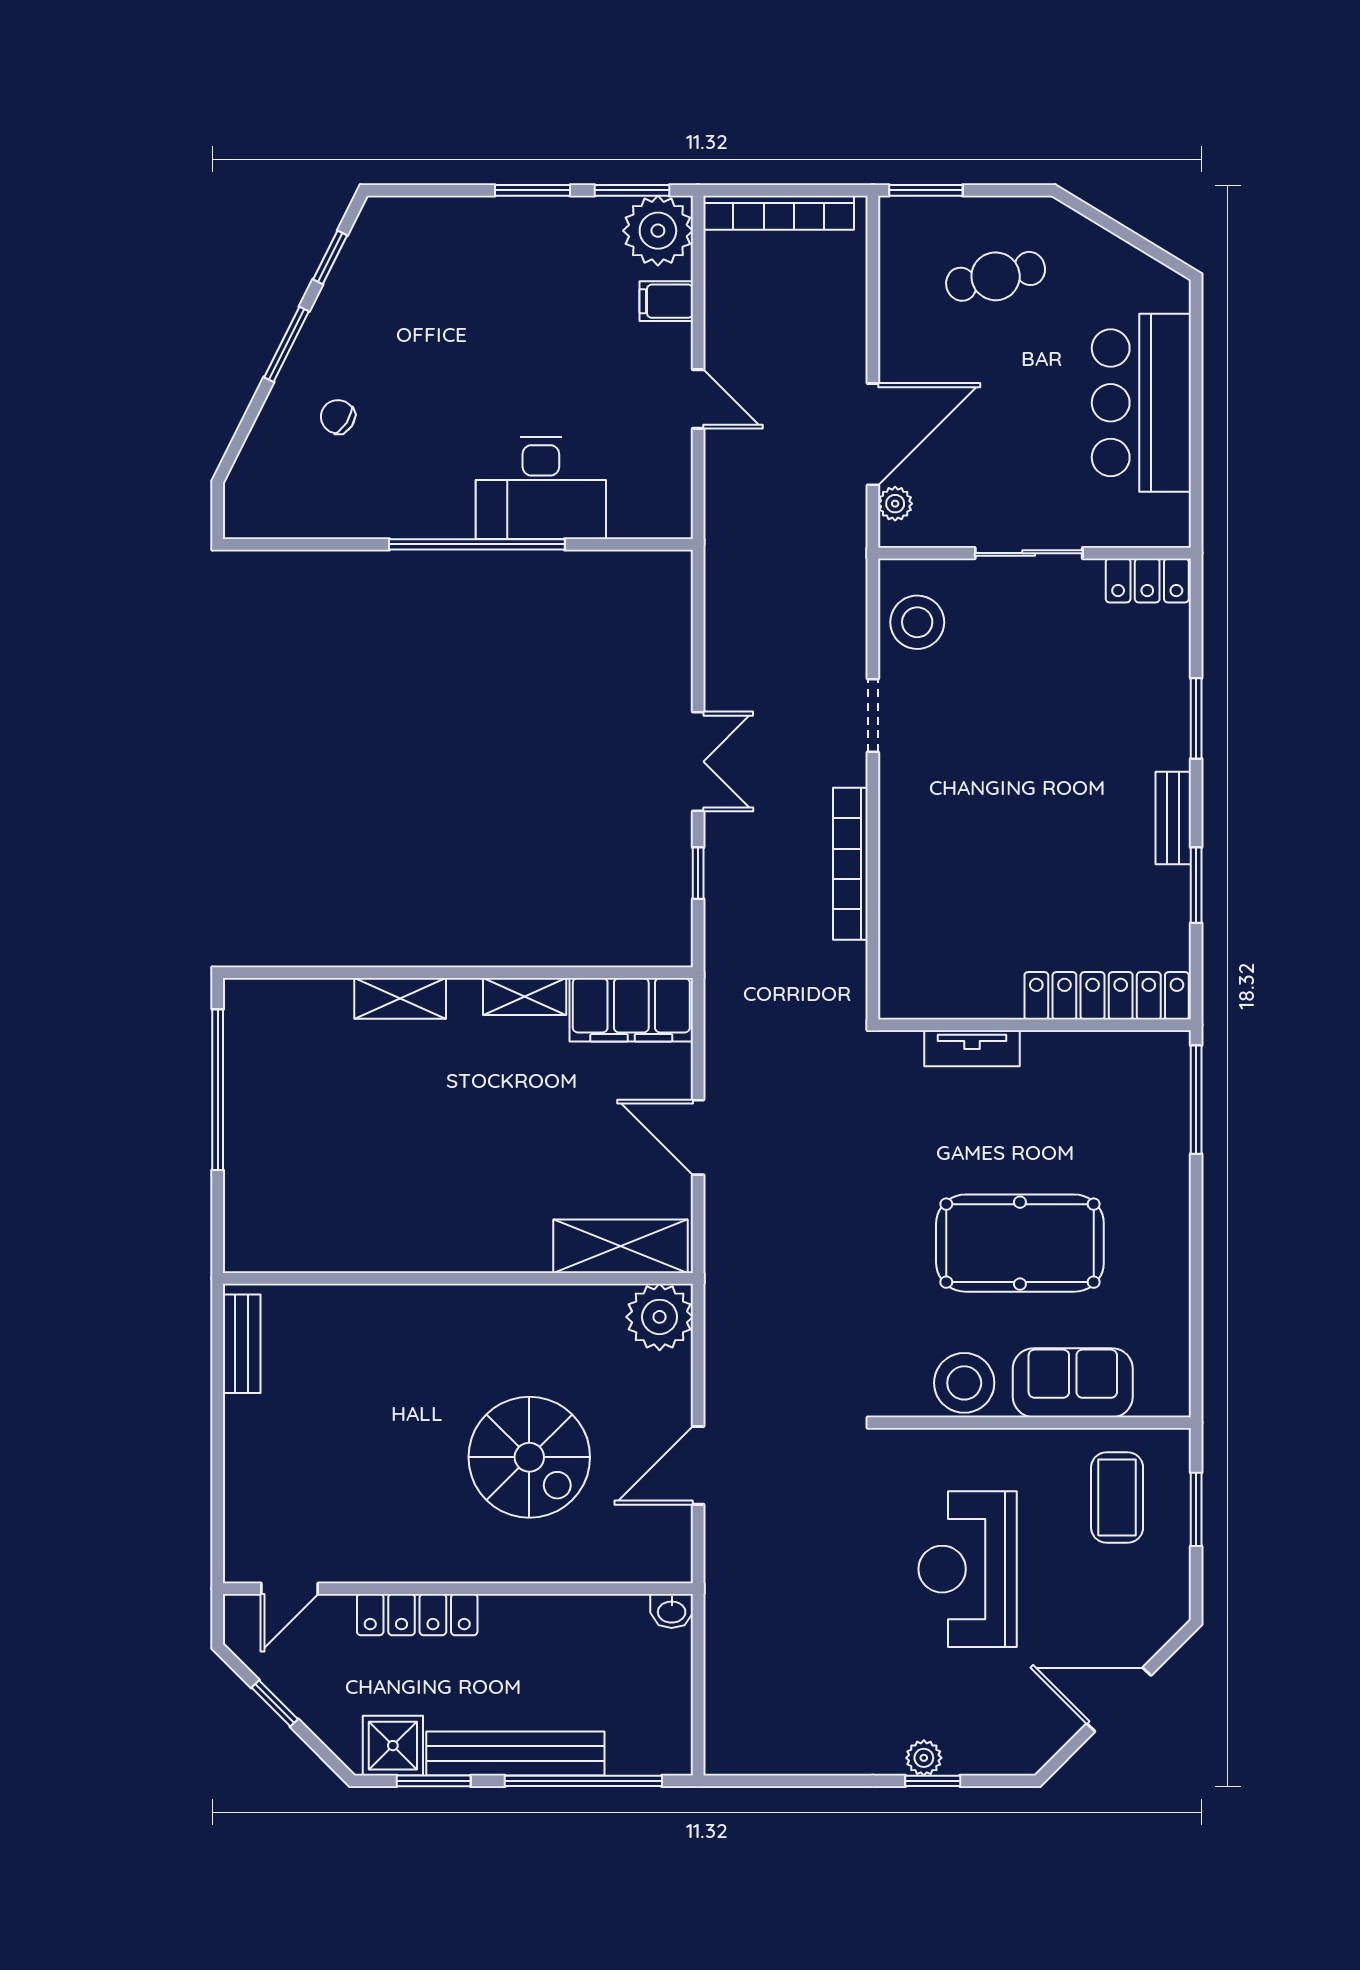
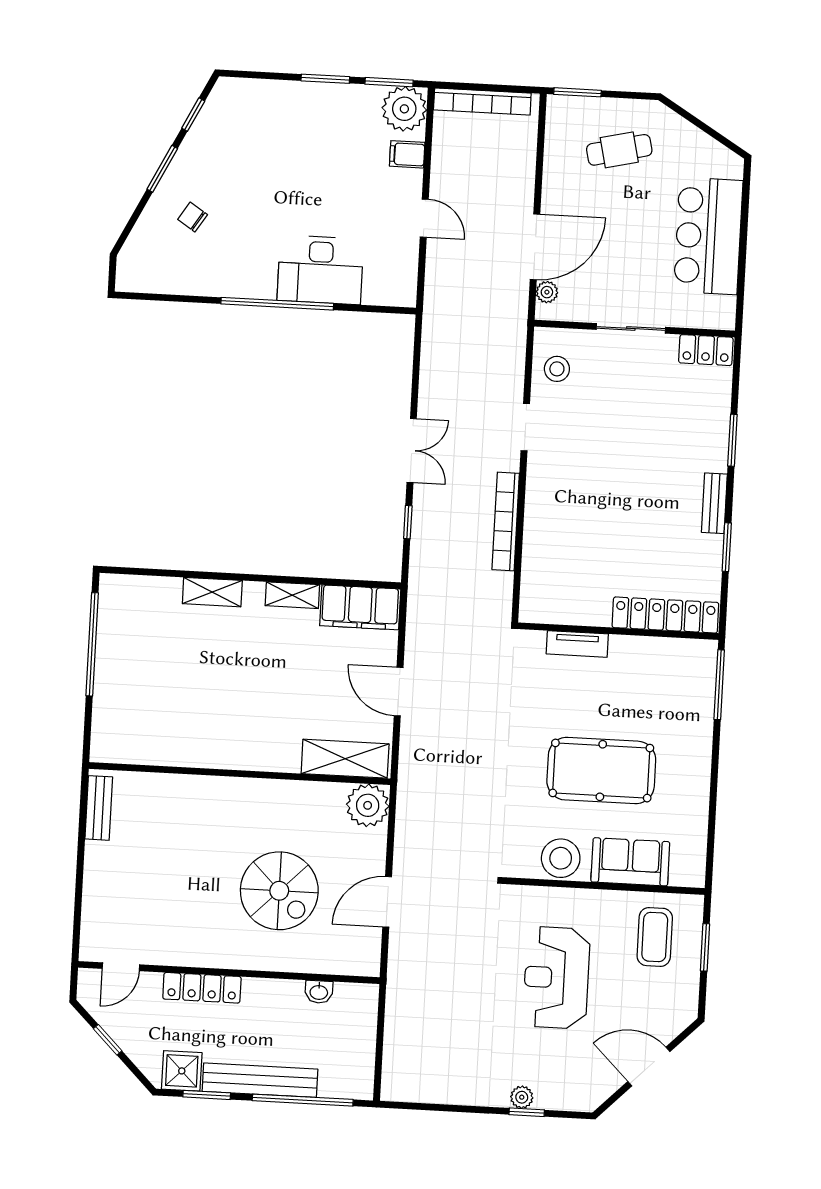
stool: (917, 622) -> (557, 369), width x0.73, depth x0.73
washbasin: (672, 1611) -> (319, 992), moved

